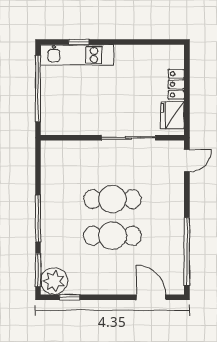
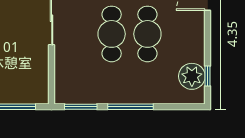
window: (38, 270) -> (81, 107), moved
plant: (54, 281) -> (192, 76), moved

